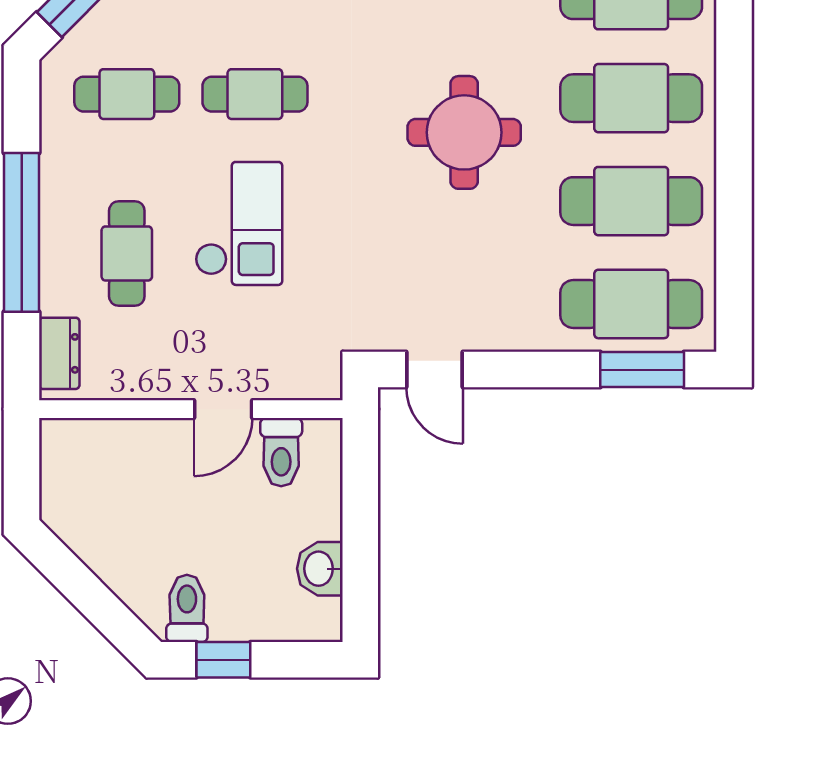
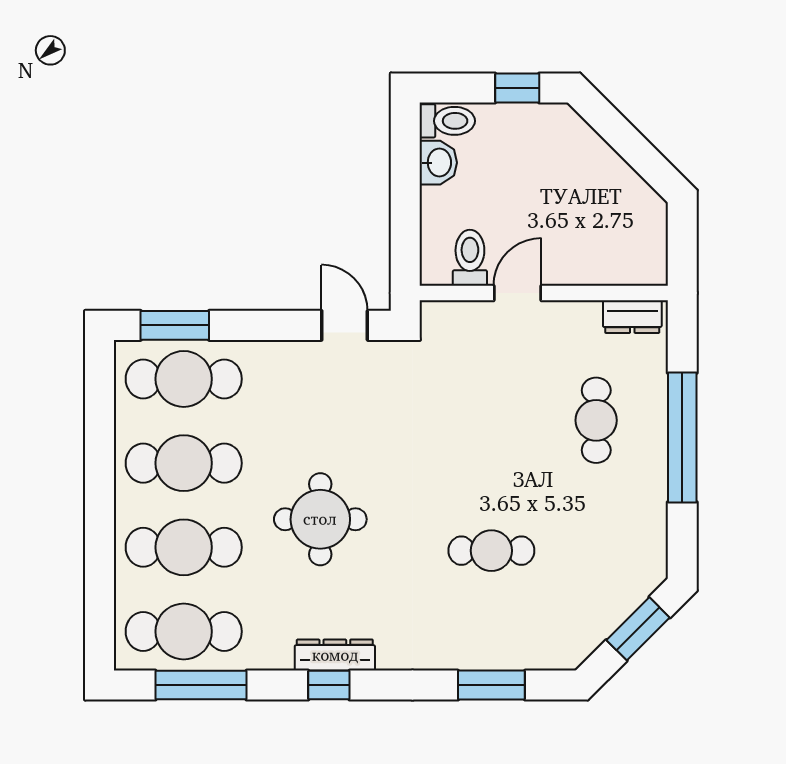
cafe table: (127, 94) -> (596, 551), removed
checkout: (239, 223) -> (505, 445), removed
dresser: (59, 353) -> (632, 317), moved, turned -90
toilet: (187, 608) -> (447, 121), moved, turned -90

